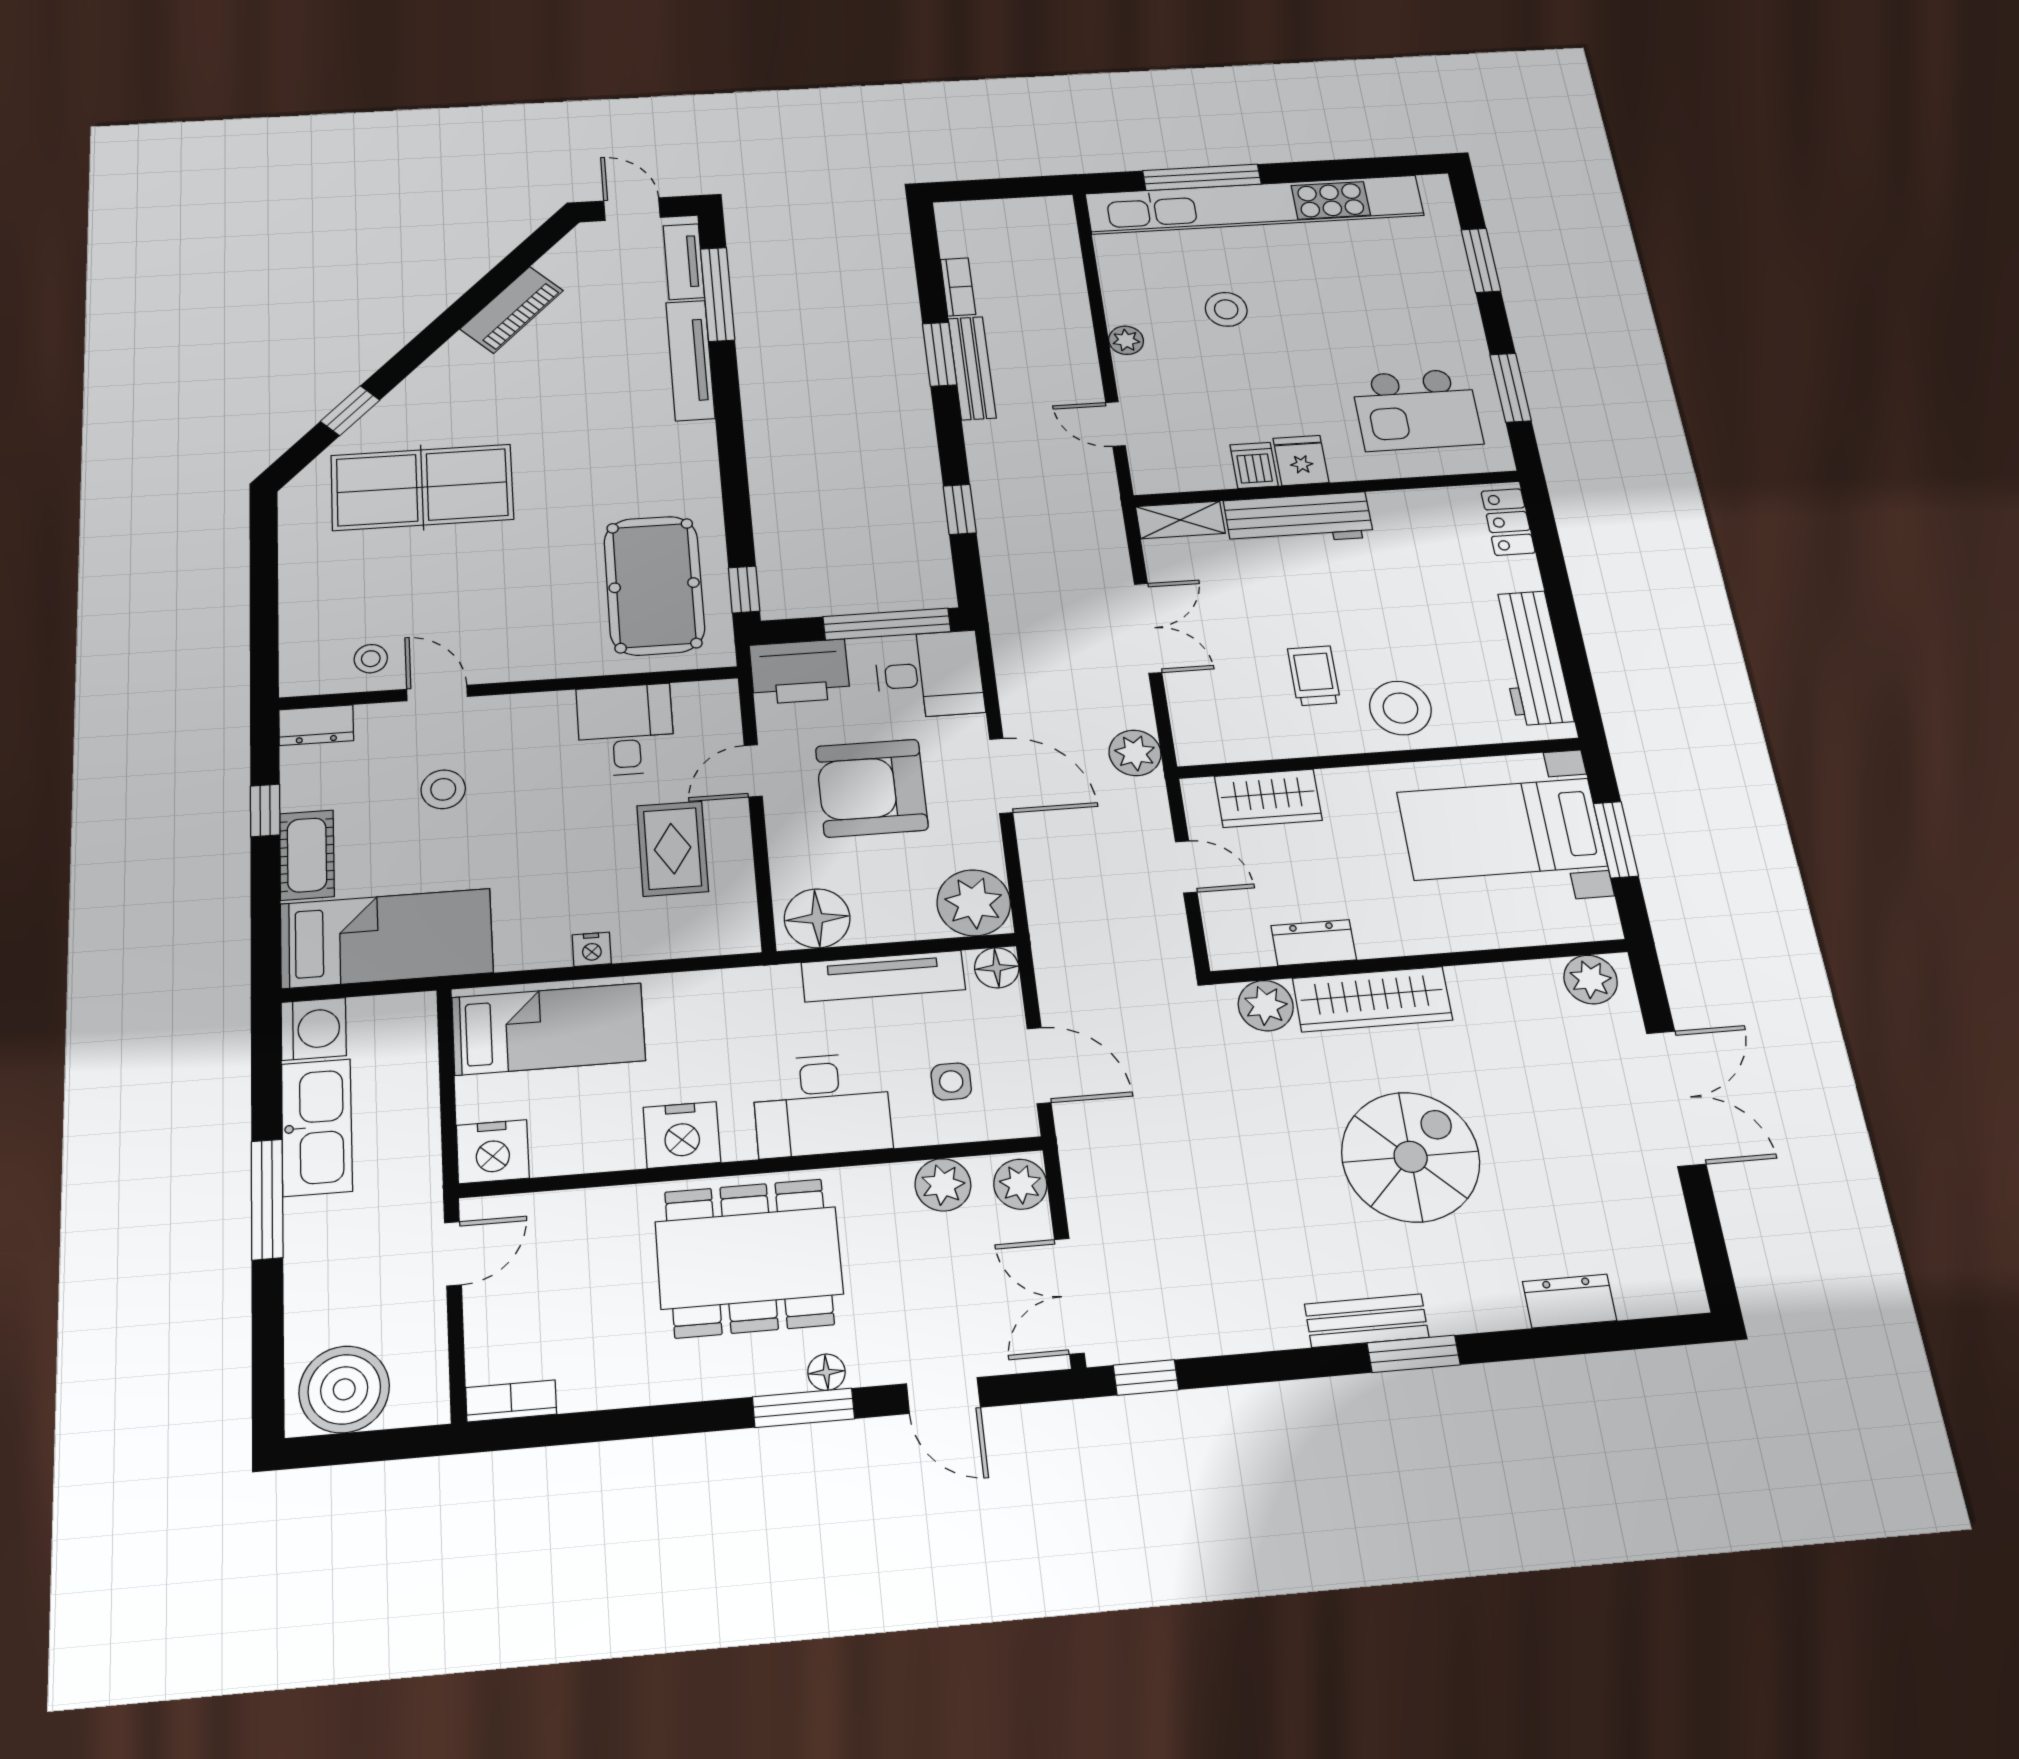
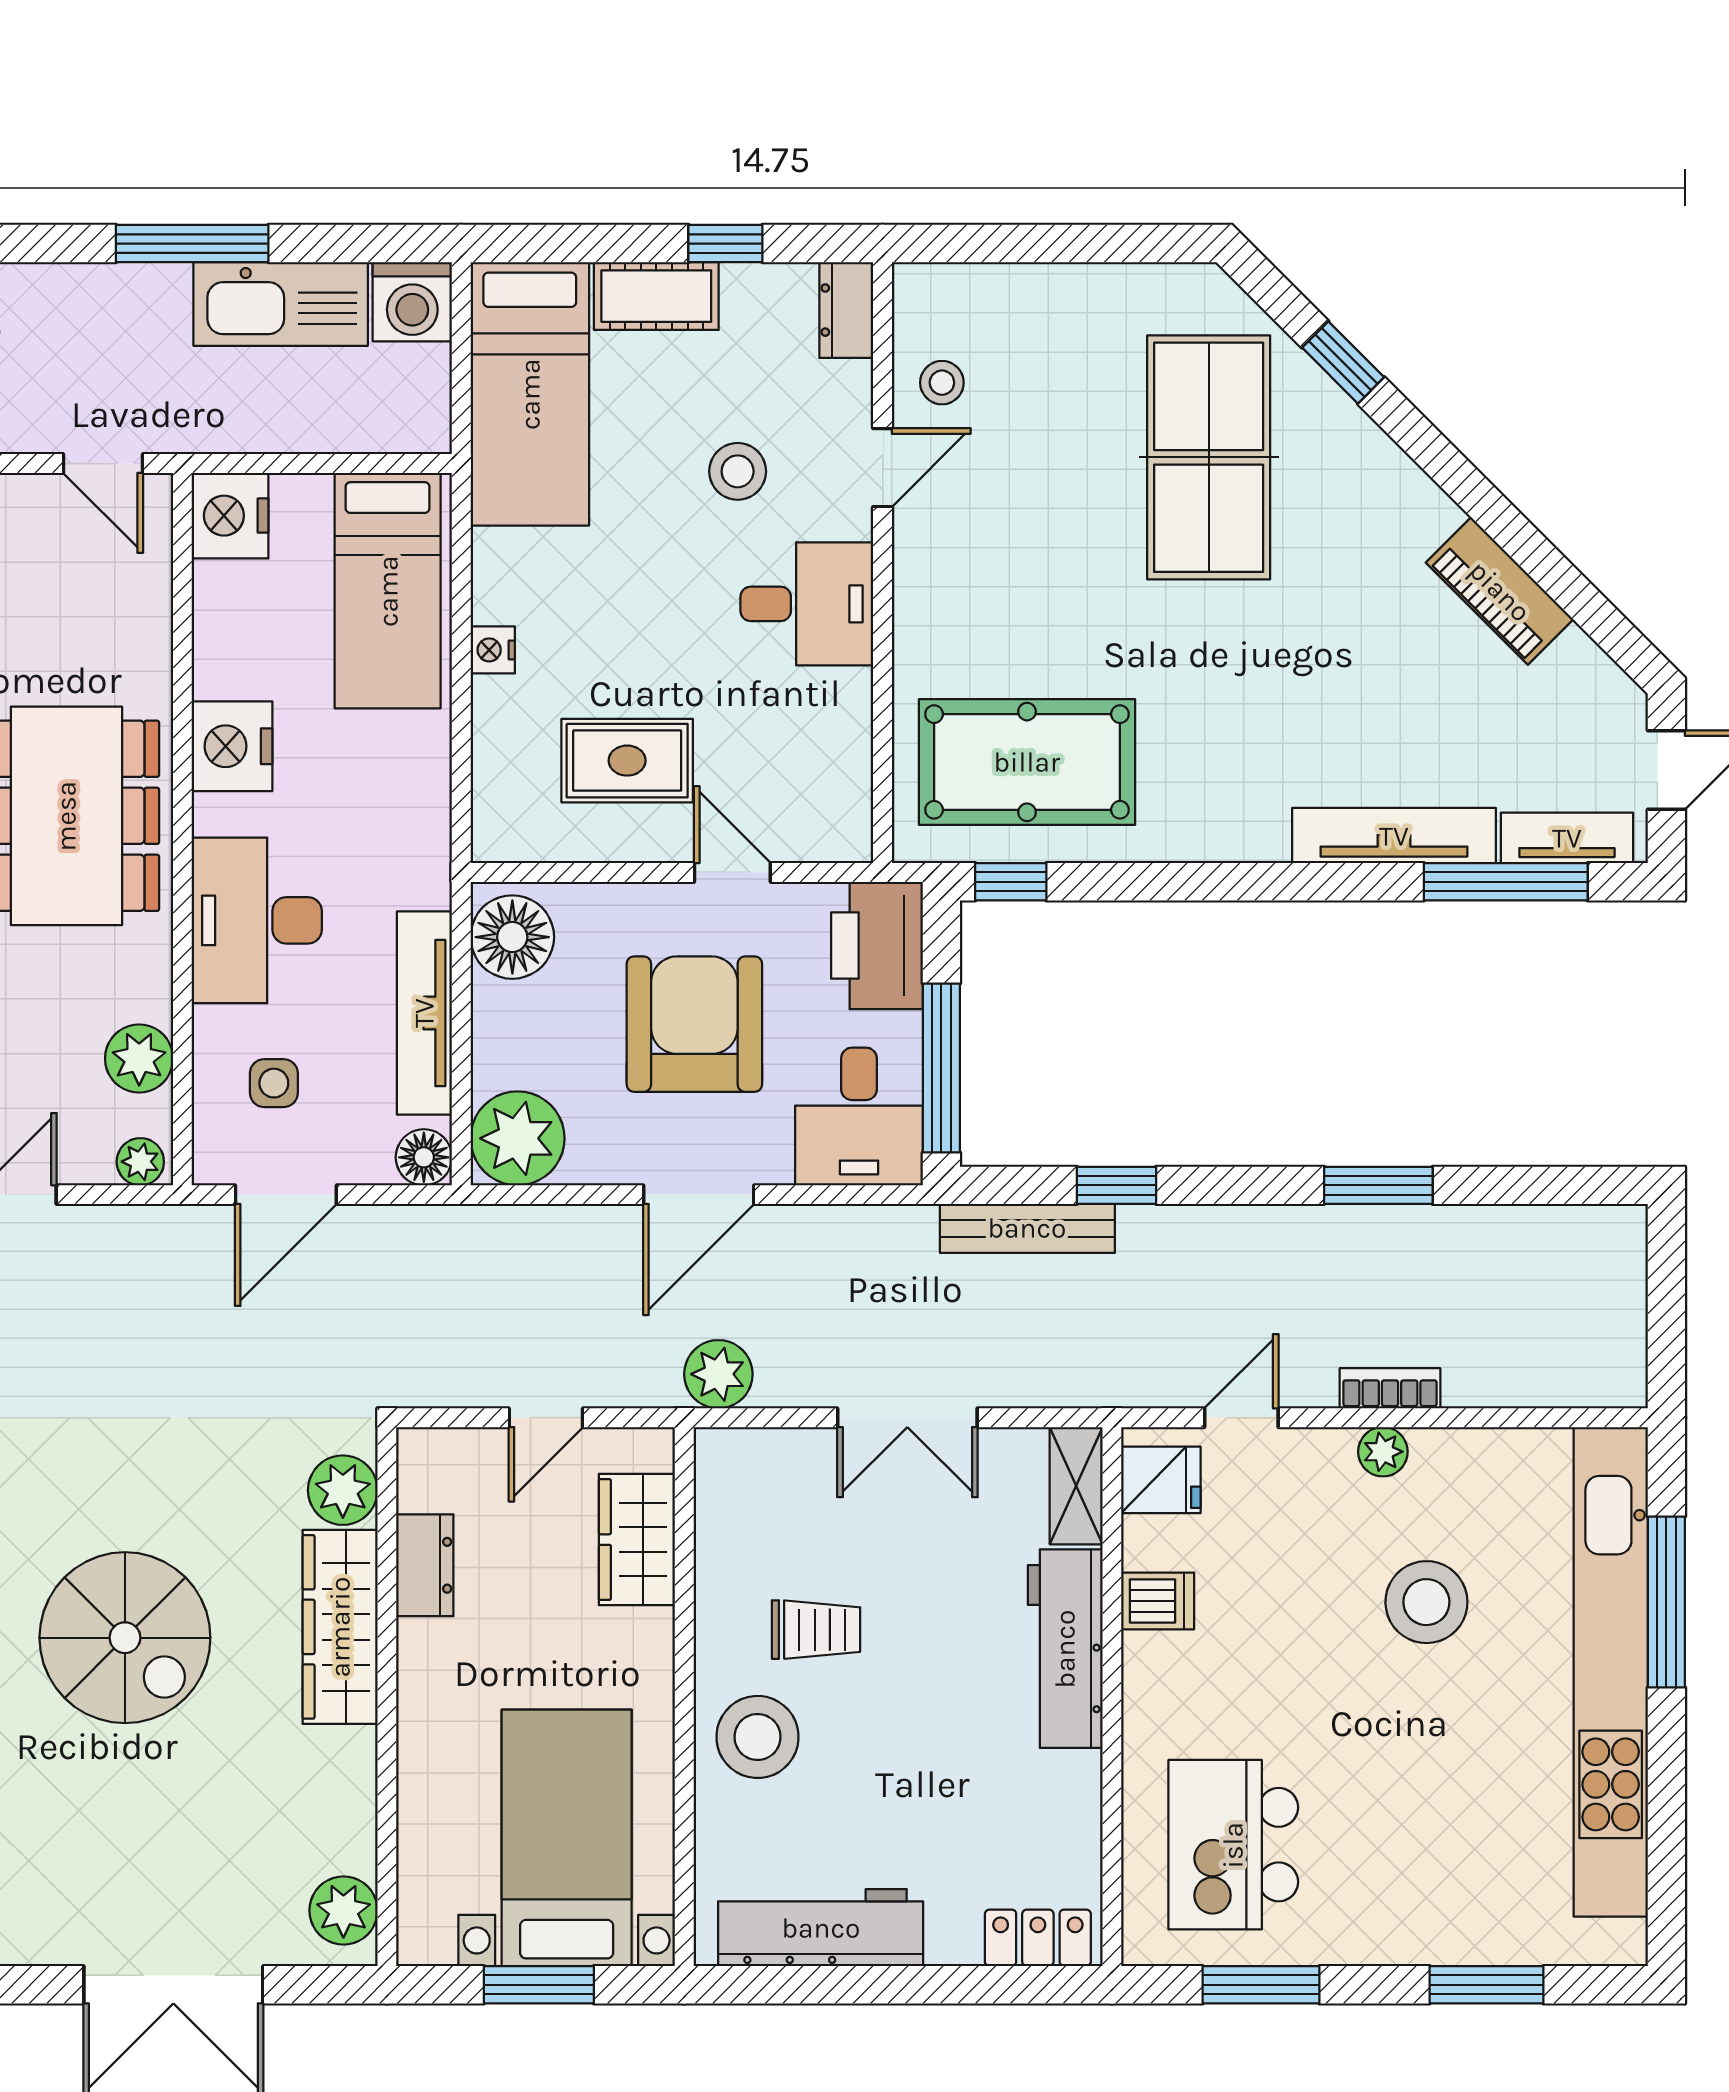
bookcase: (958, 287) -> (1390, 1388), moved, turned 180
stool: (1226, 309) -> (1426, 1602), width x1.38, depth x1.38
bench: (972, 368) -> (1027, 1228), moved
fridge: (1301, 460) -> (1161, 1480), moved
desk: (626, 730) -> (807, 604), moved
plant: (1020, 1184) -> (140, 1162), width x0.73, depth x0.73

